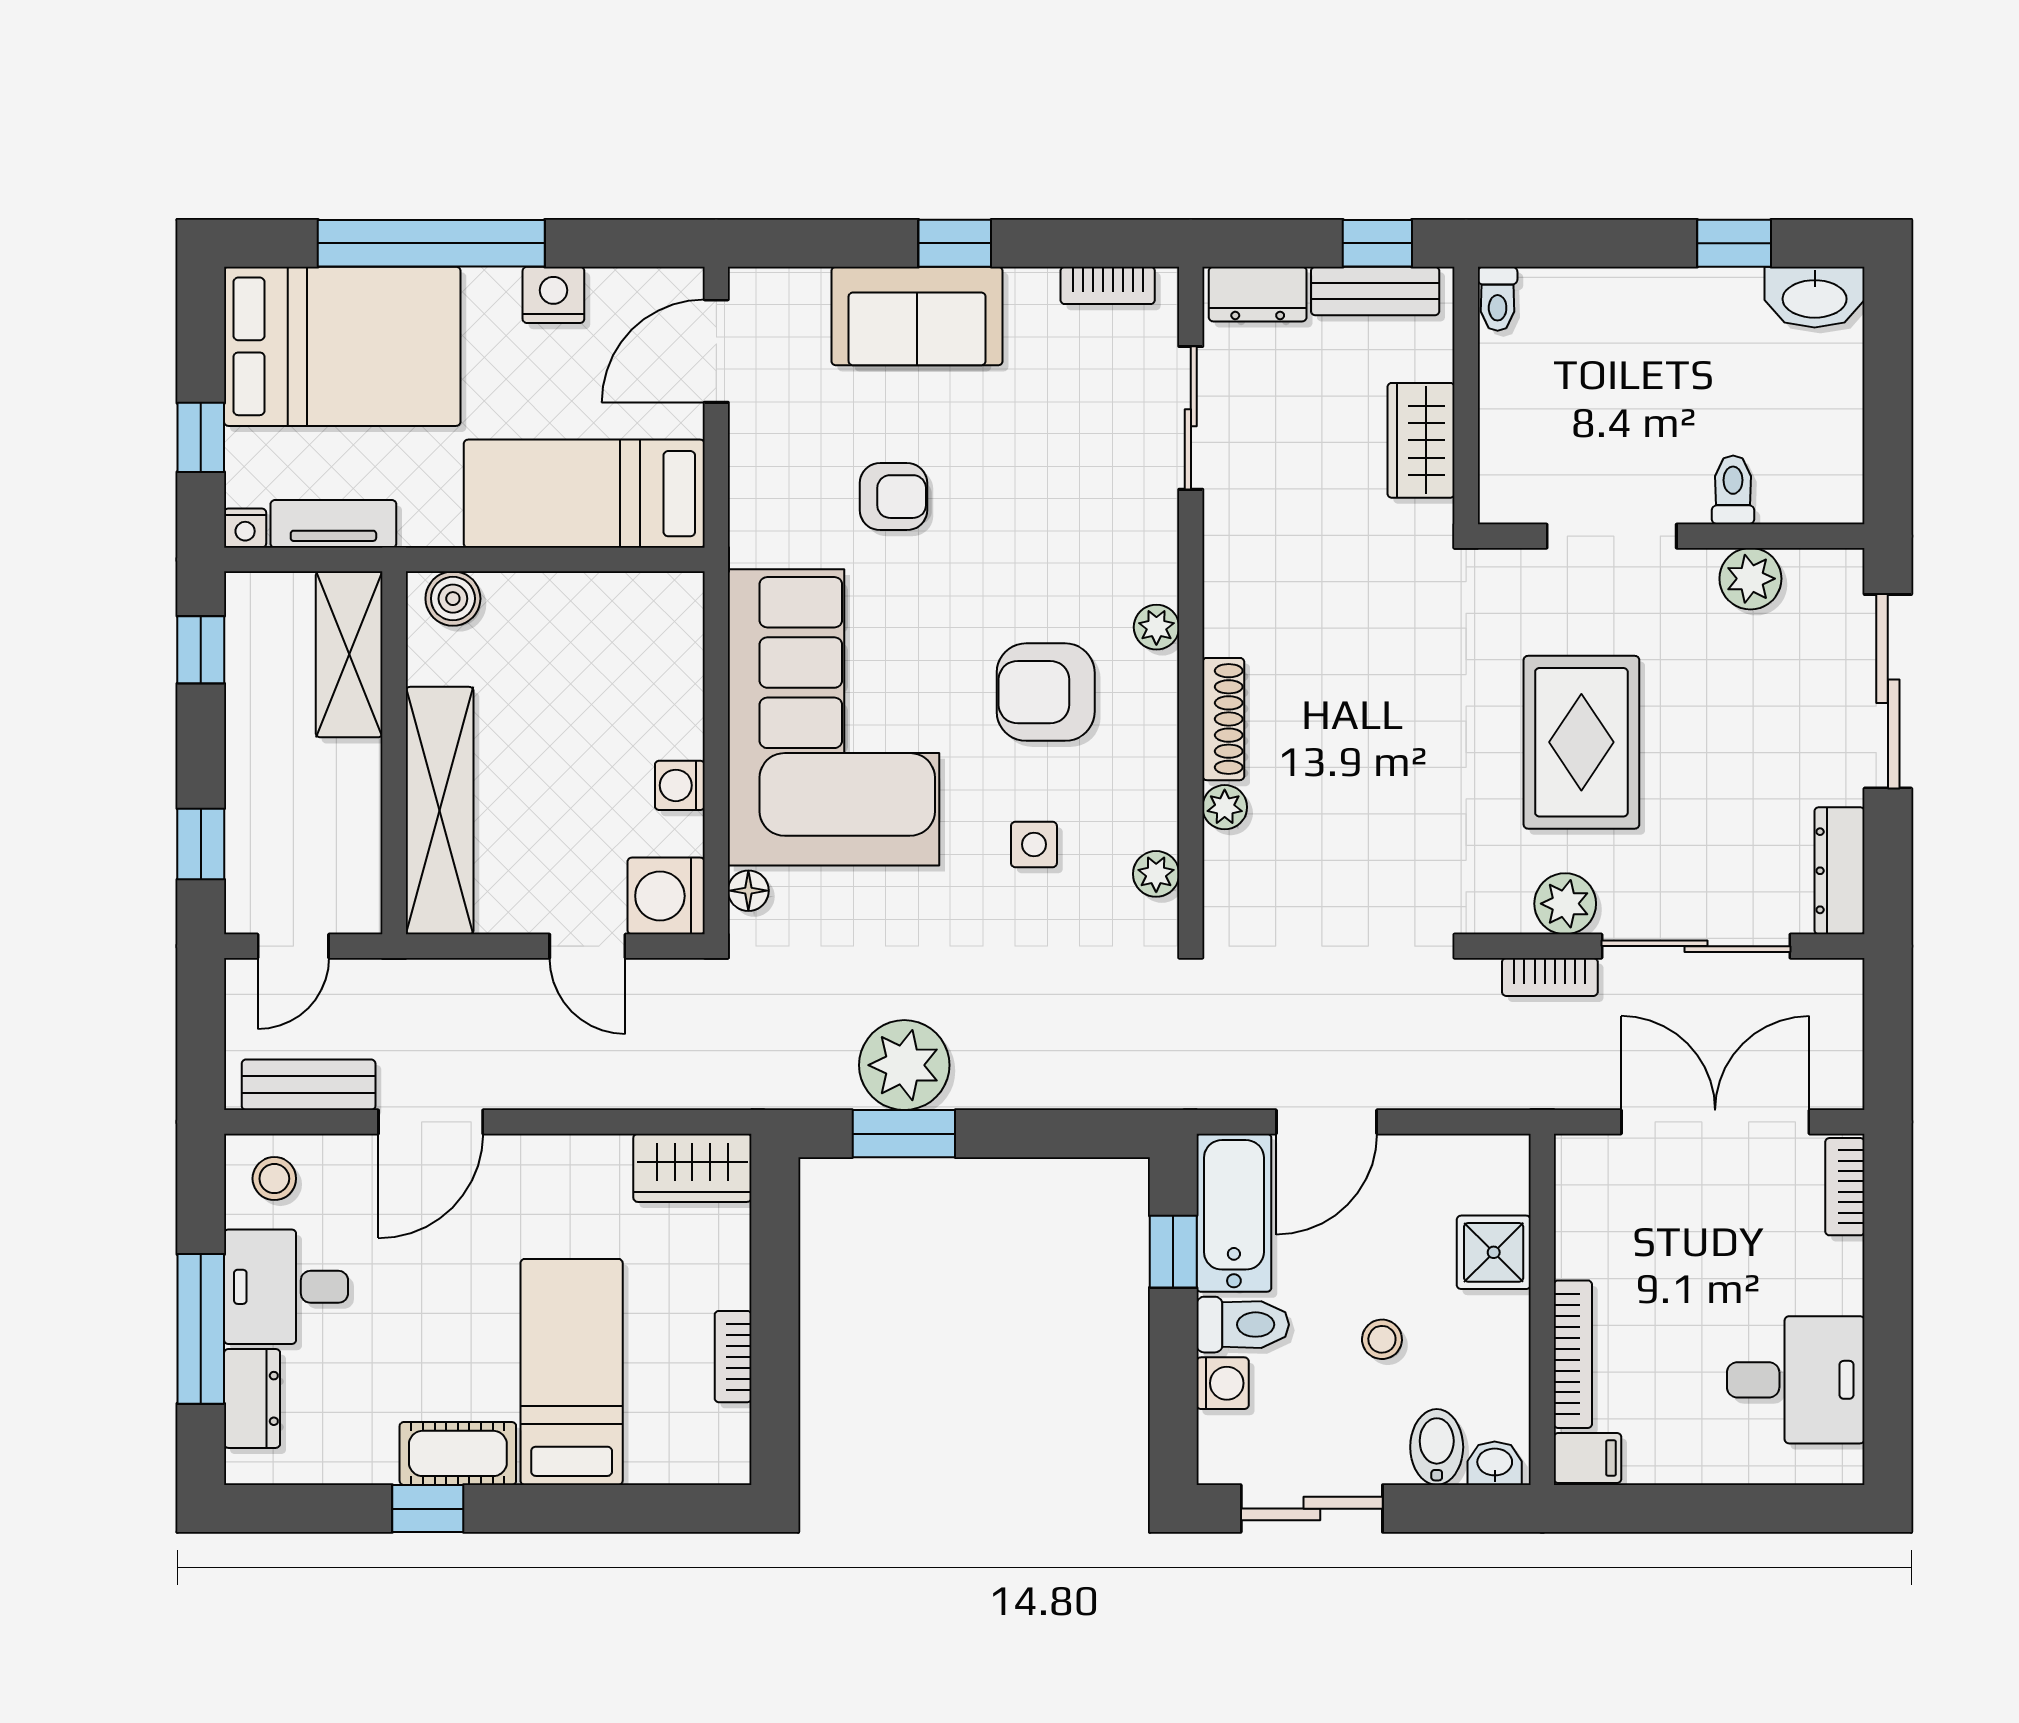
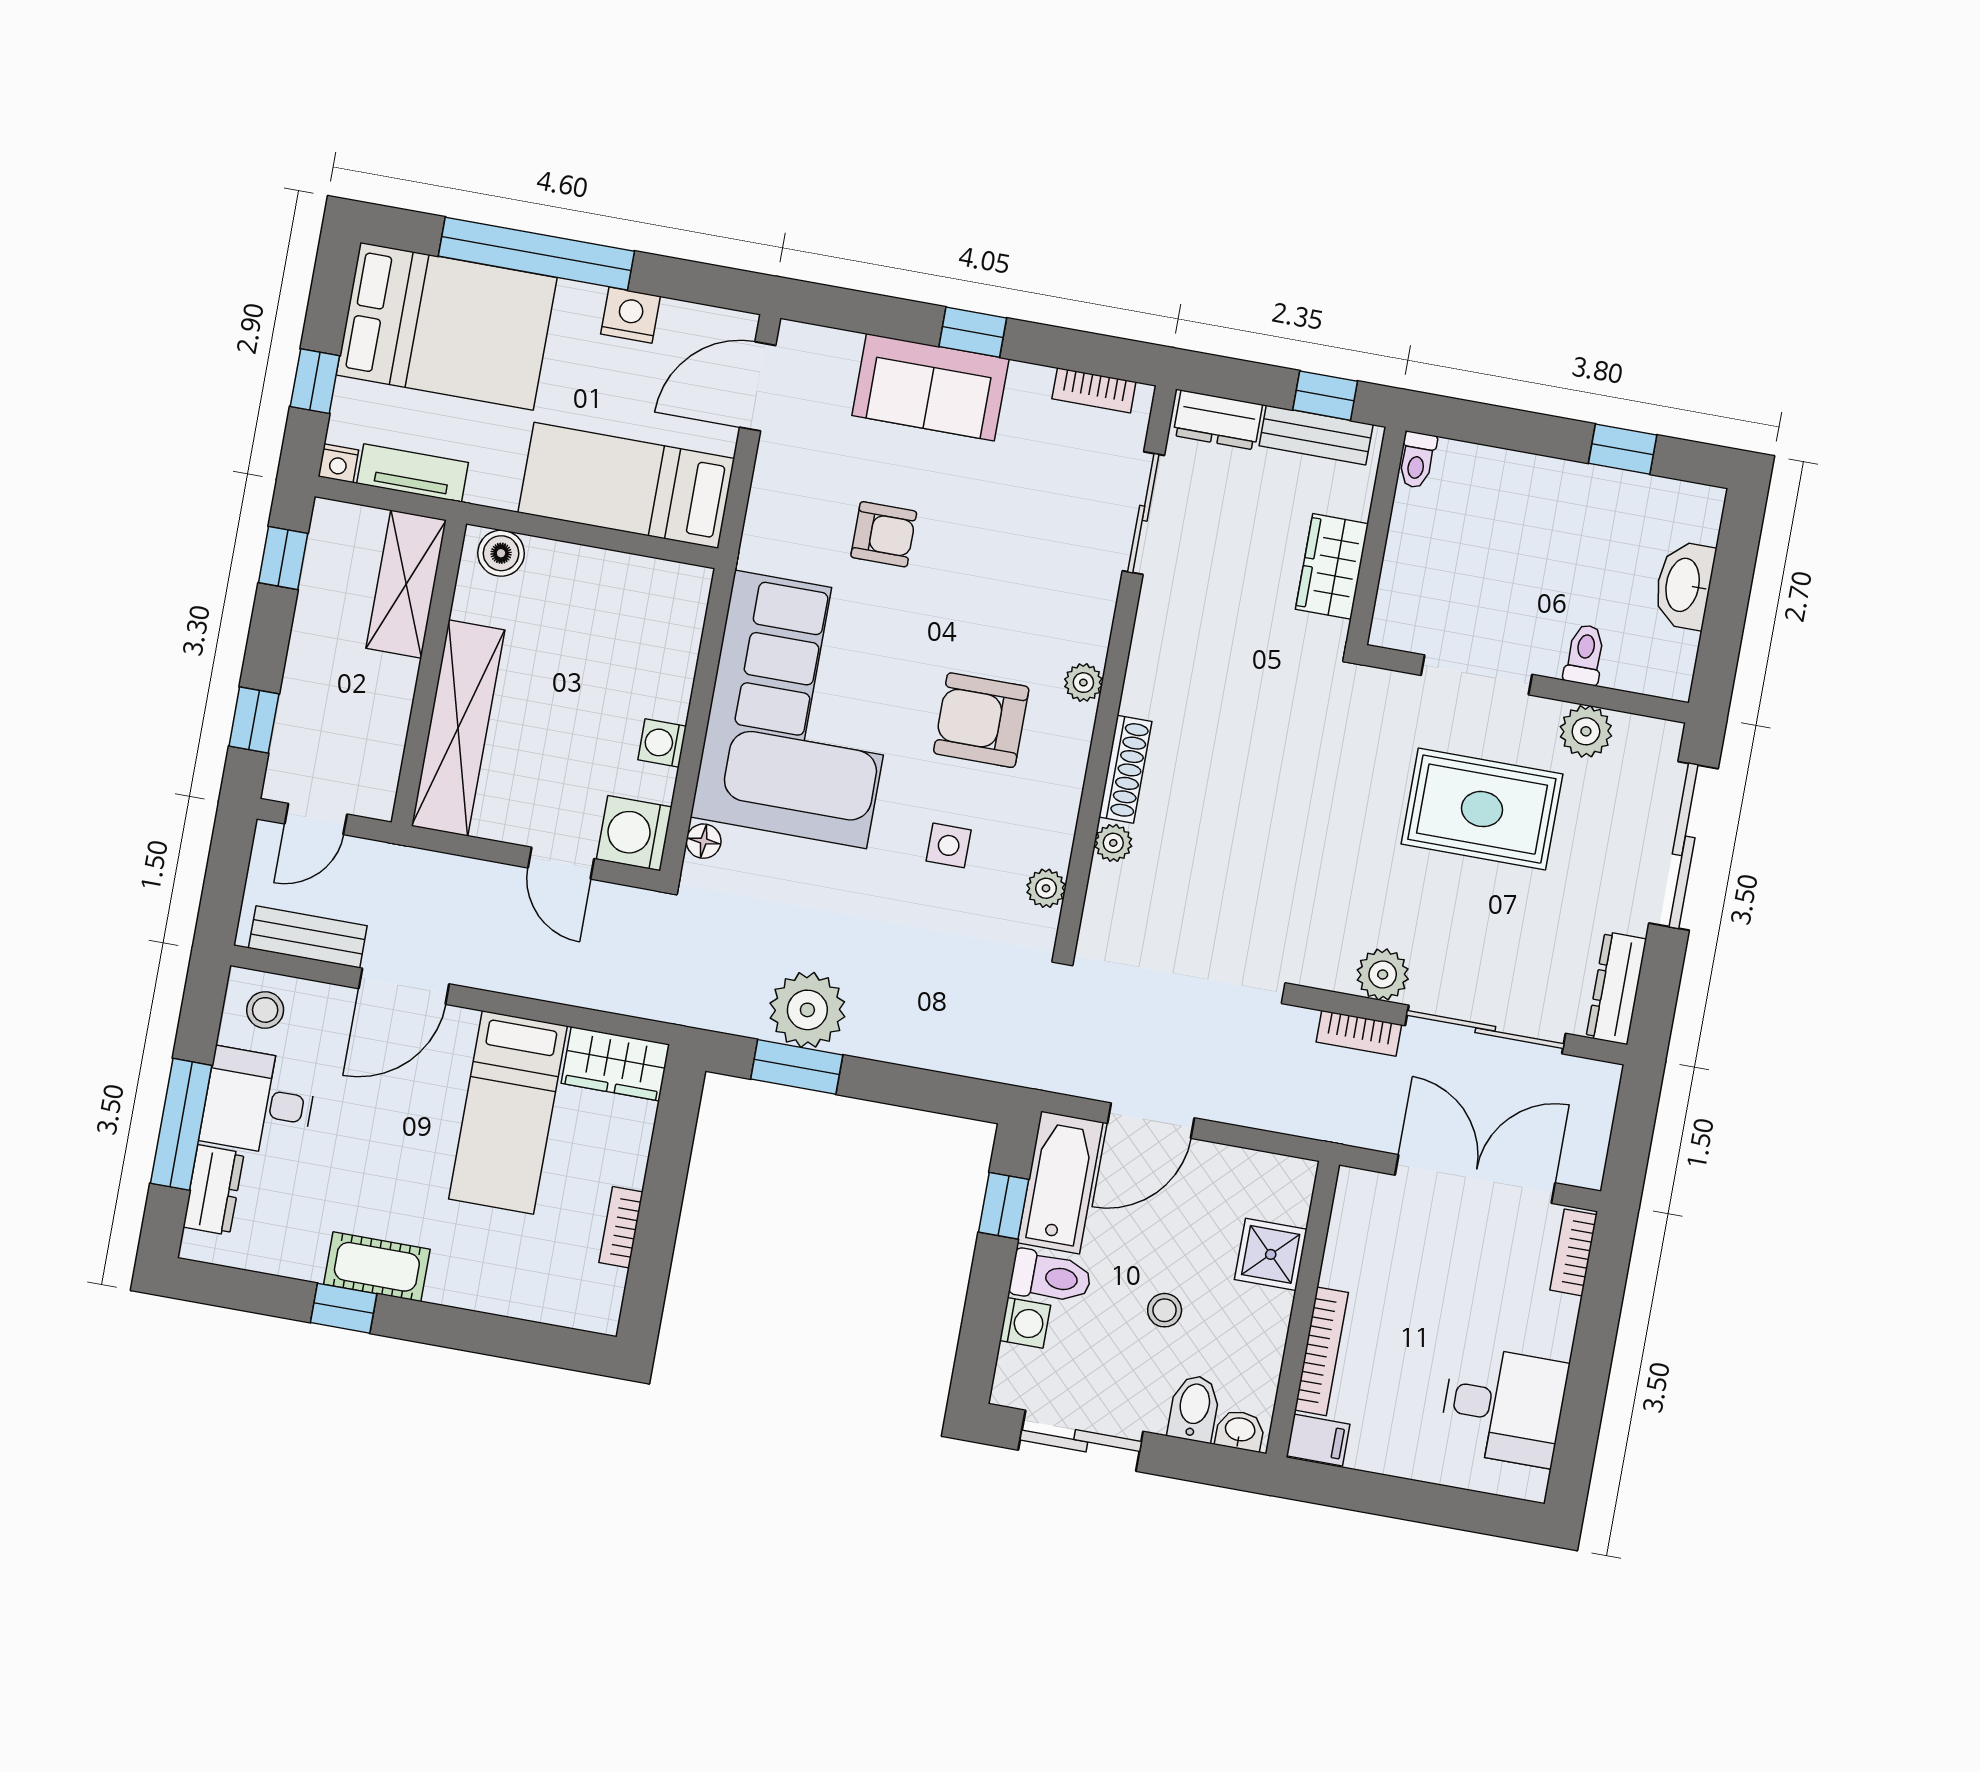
washbasin: (1815, 297) -> (1684, 585), moved, turned 90
rug: (1581, 742) -> (1482, 809), moved, turned 90
bed: (572, 1372) -> (508, 1112), moved, turned 180

